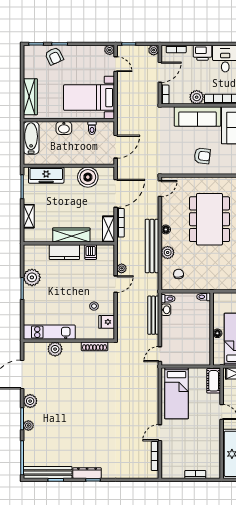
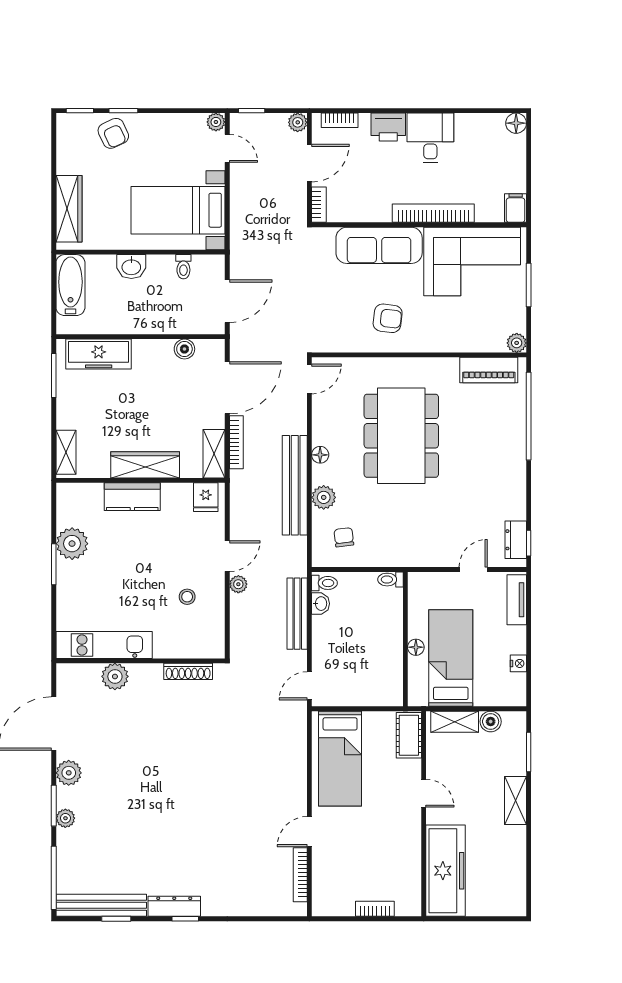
plant: (197, 97) -> (377, 209), removed
boiler: (88, 177) -> (184, 349), width x0.54, depth x0.54
shelving: (29, 216) -> (66, 452), moved
dishwasher: (91, 252) -> (181, 497), removed
plant: (122, 268) -> (238, 584), moved
fridge: (107, 322) -> (206, 497), moved, turned -90

